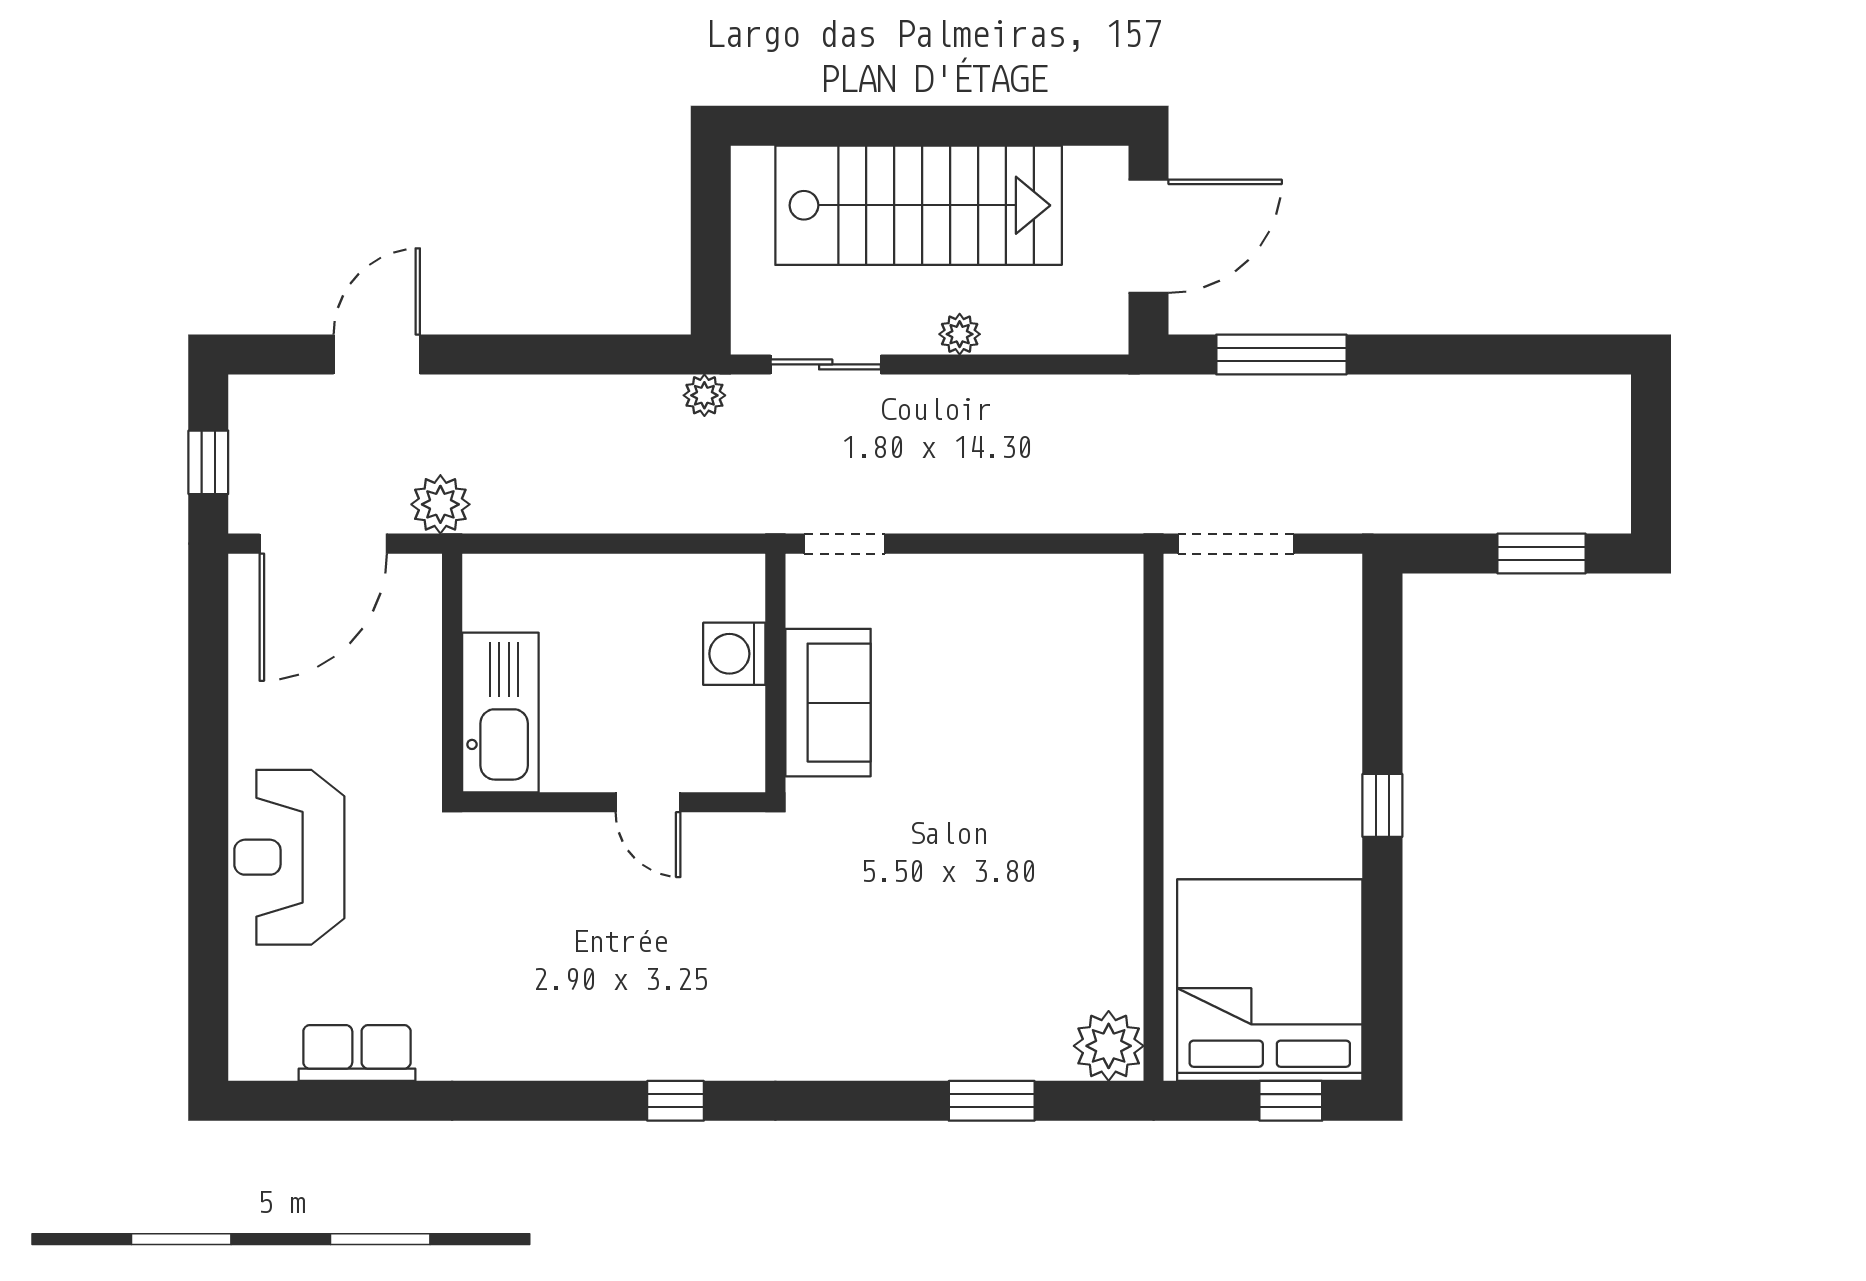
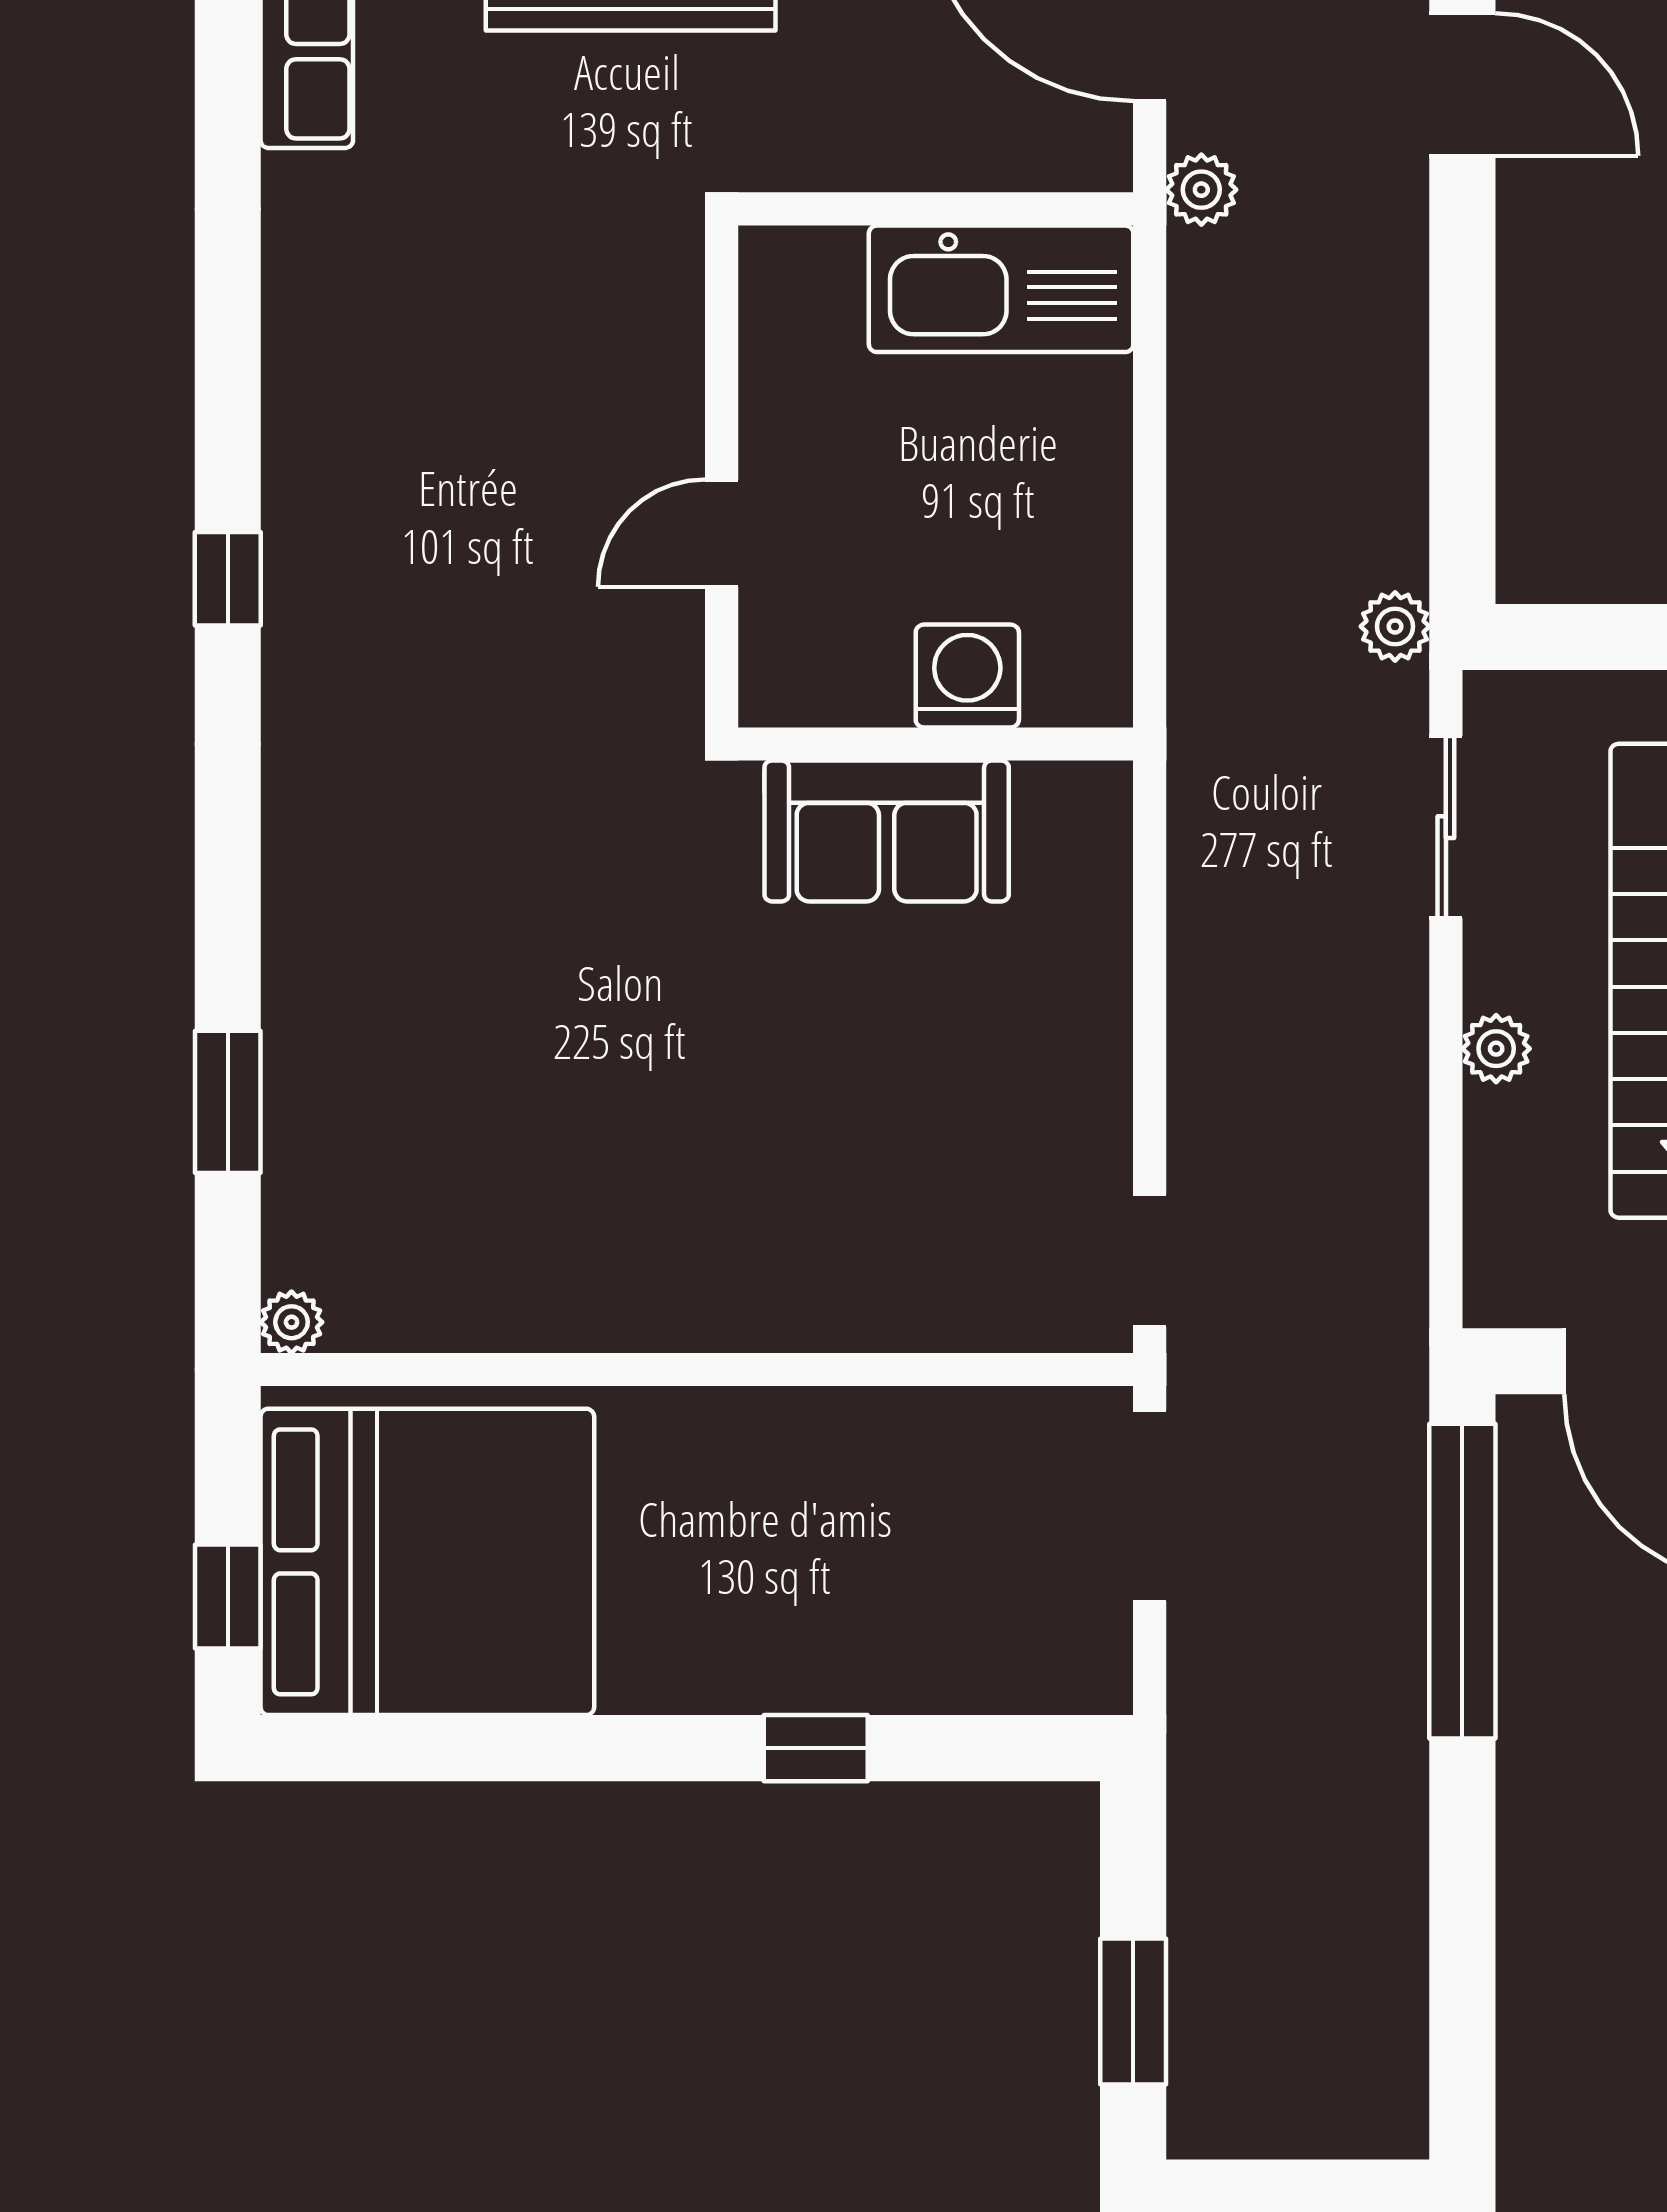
window: (1281, 355) -> (1462, 1581), width x1.46
plant: (440, 504) -> (1201, 190), width x0.73, depth x0.73
doorway: (845, 544) -> (1150, 1261), moved
kitchen sink: (500, 712) -> (1001, 289), moved
window: (1382, 805) -> (816, 1748), moved
plant: (1109, 1046) -> (292, 1322), width x0.53, depth x0.53

